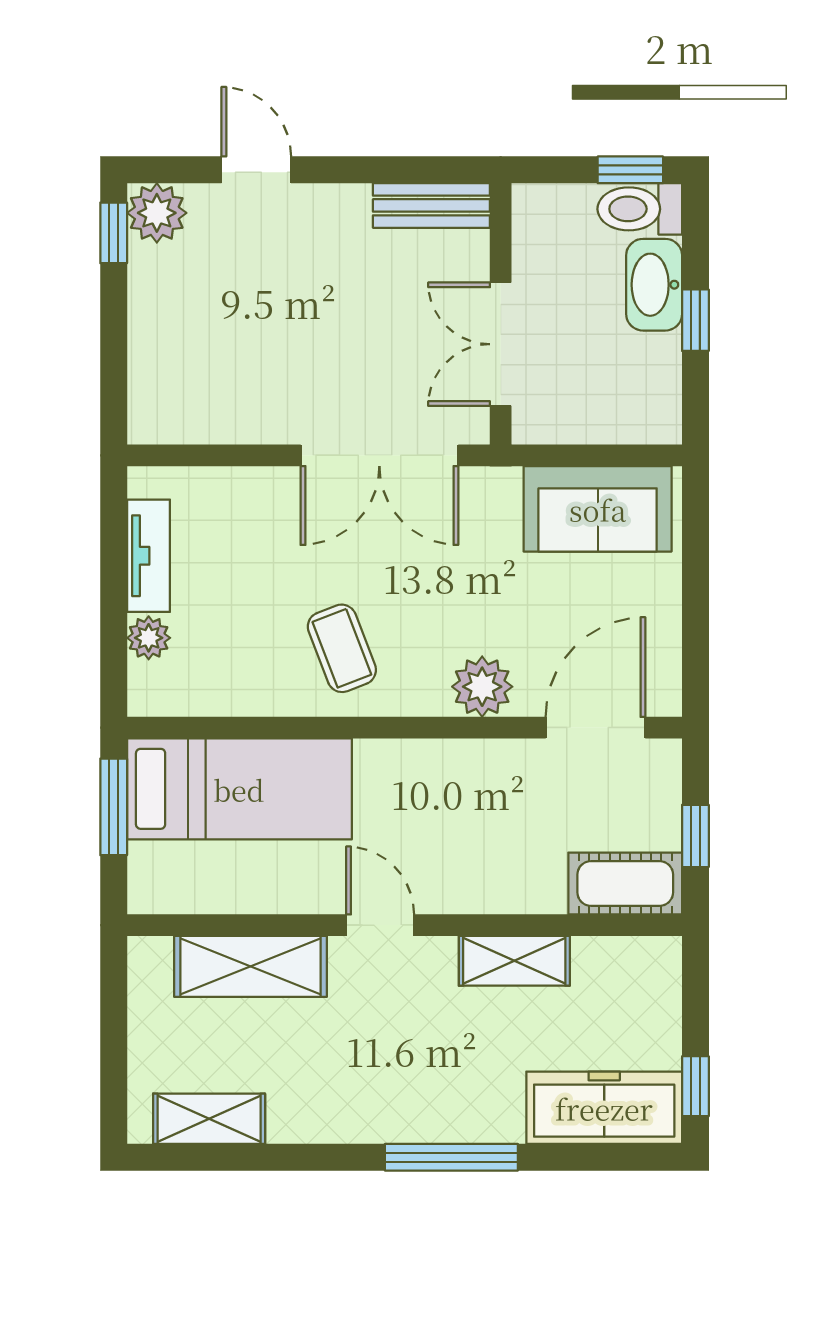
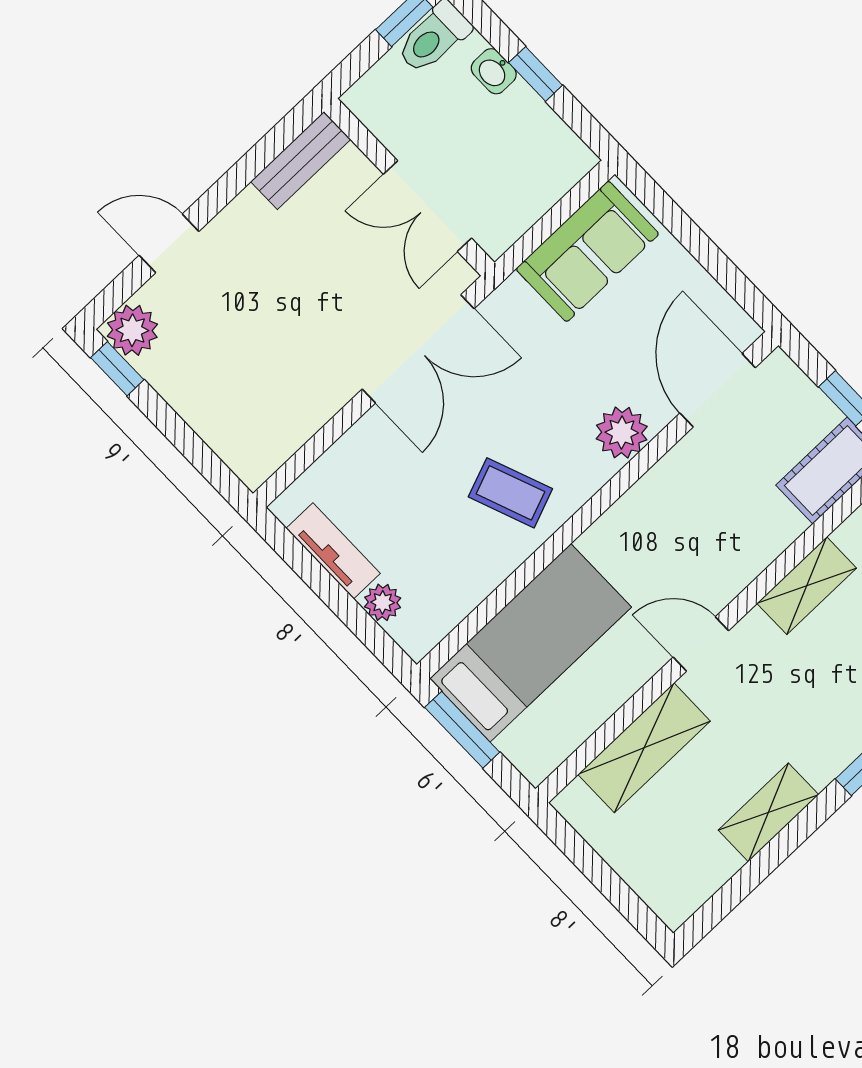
washbasin: (654, 285) -> (494, 71), width x0.52, depth x0.69
shelving: (209, 1119) -> (768, 812), moved

